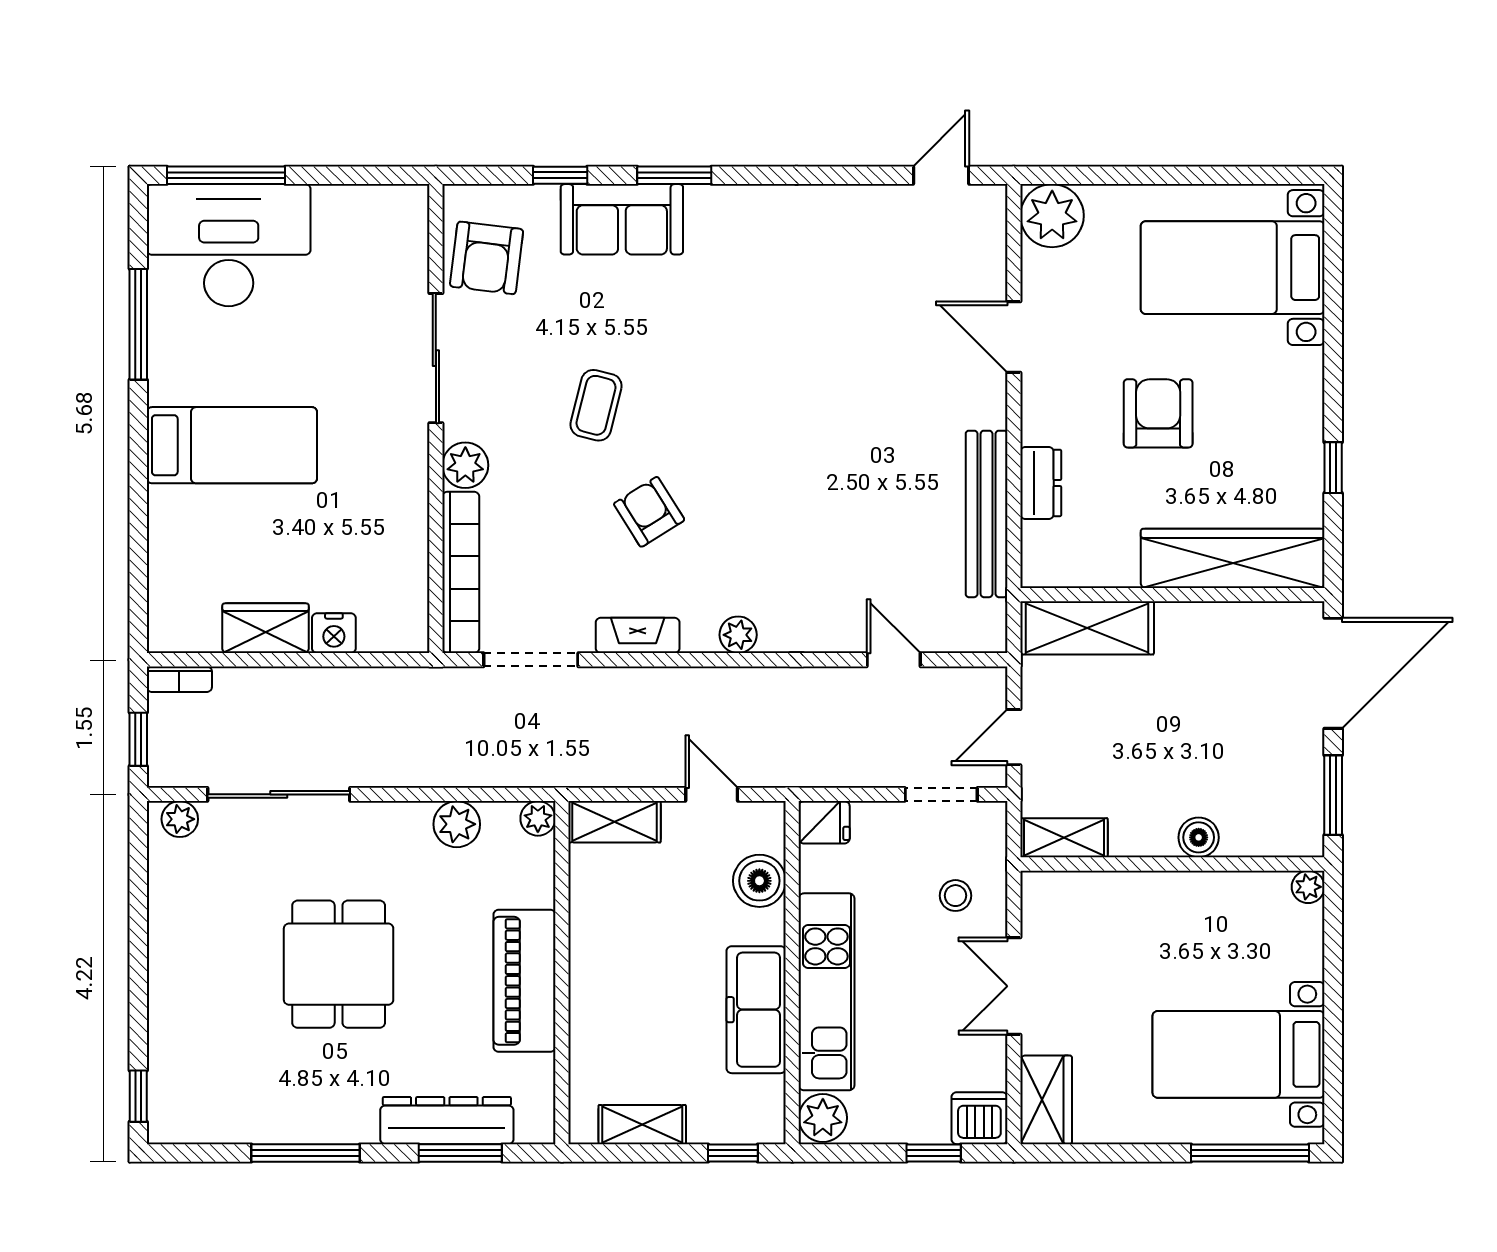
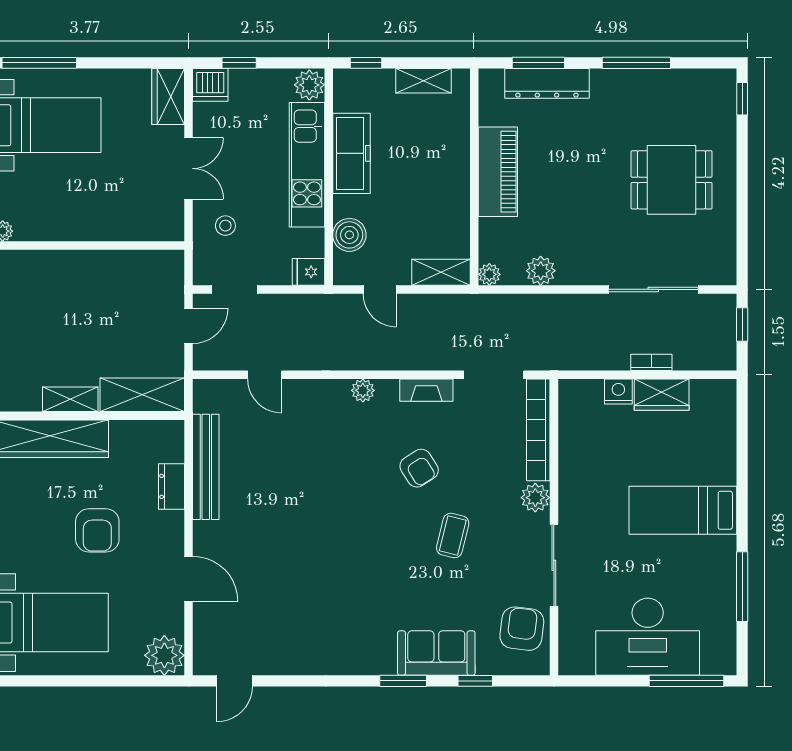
desk: (229, 245) -> (648, 637), moved
bookcase: (179, 679) -> (651, 362), moved
plant: (180, 819) -> (716, 274), removed
boiler: (1199, 837) -> (72, 262), removed
shelving: (1064, 838) -> (70, 399), moved
dining table: (339, 964) -> (672, 180), moved, turned 90

